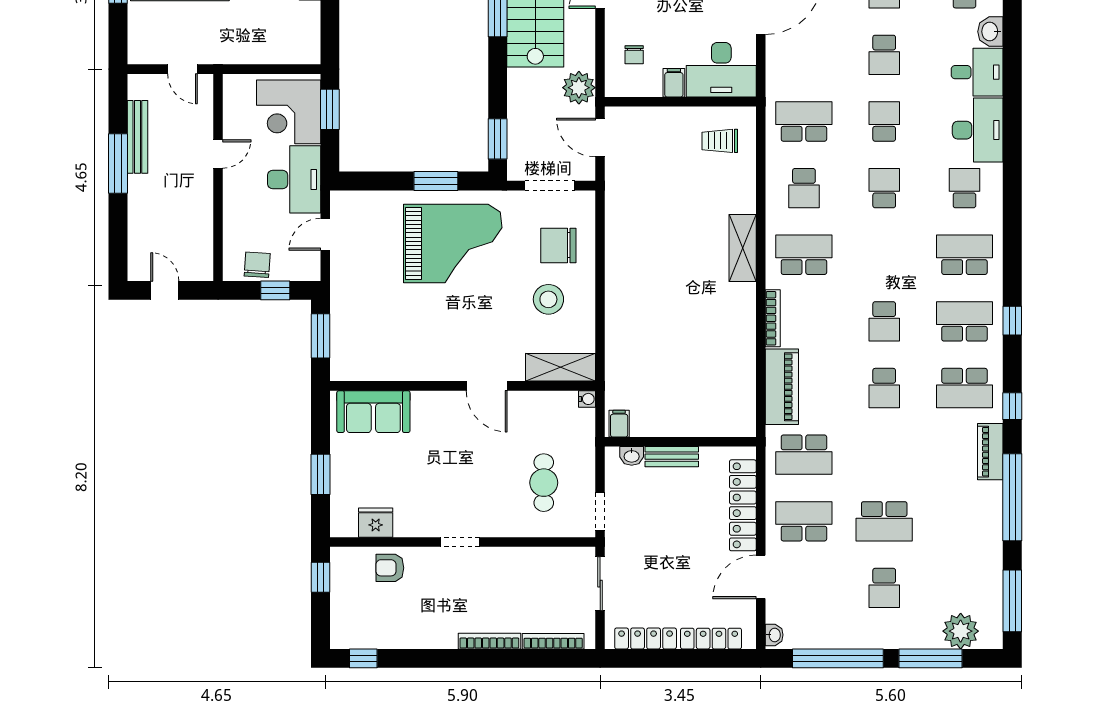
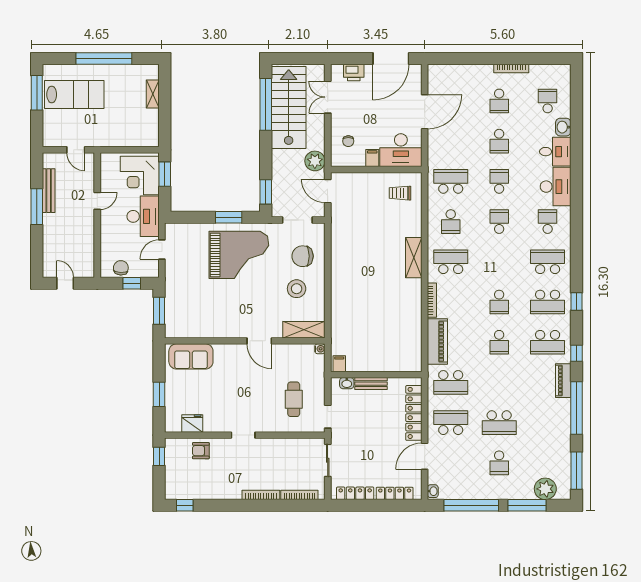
school desk: (964, 321) -> (548, 302), turned 180

